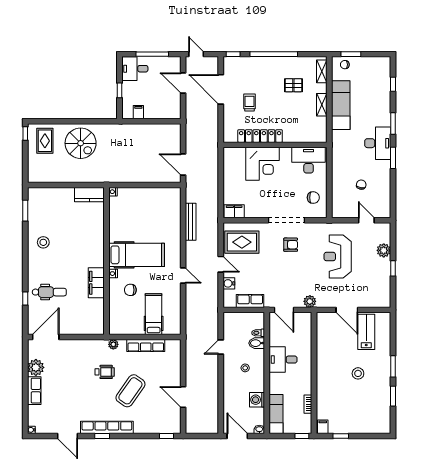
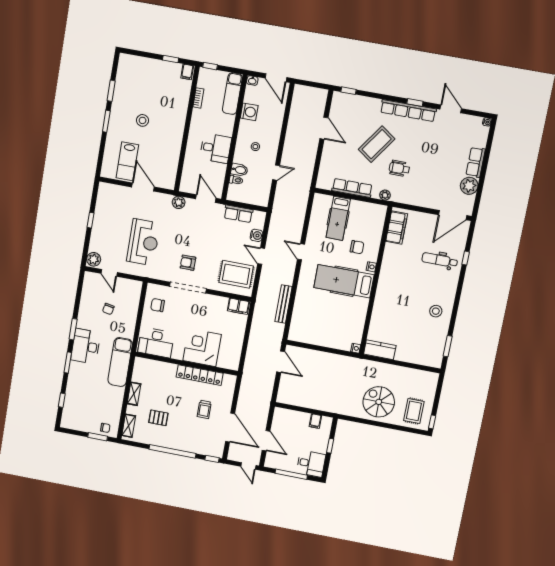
exam couch: (341, 105) -> (120, 362), moved
plant: (384, 250) -> (94, 259), moved
filing cabinet: (96, 283) -> (397, 228), moved

